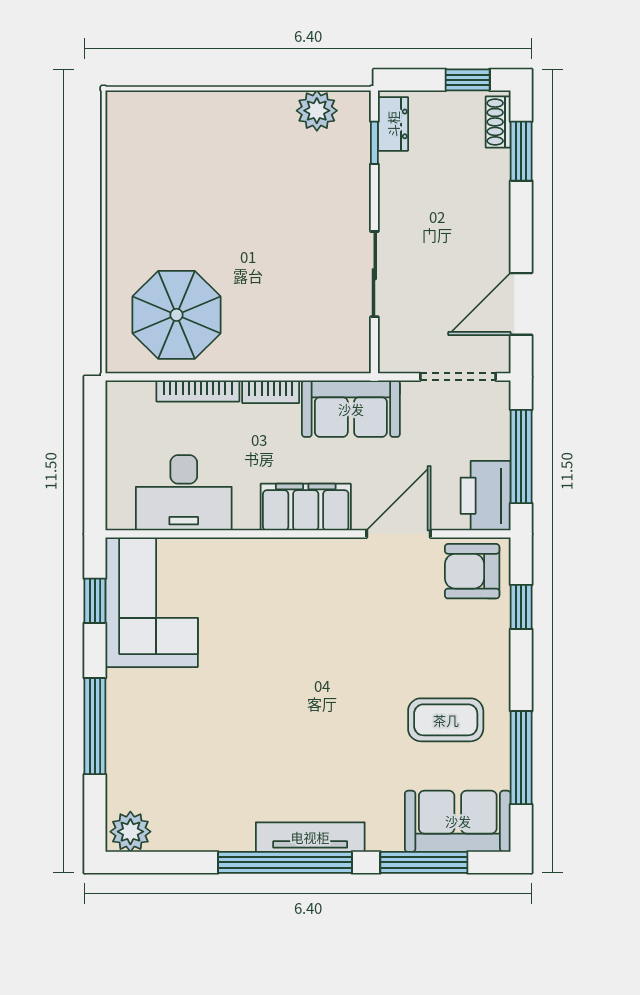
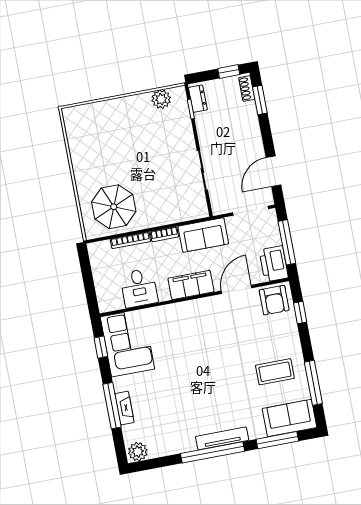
desk: (184, 493) -> (139, 288), width x0.73
armchair: (472, 571) -> (274, 300), turned -90
fireplace: (120, 736) -> (124, 408), added

